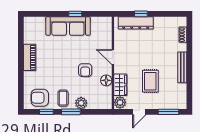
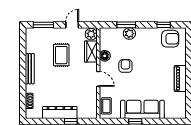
dresser: (136, 23) -> (60, 113), moved
coffee table: (63, 98) -> (106, 106), moved
window: (71, 112) -> (126, 25), moved

